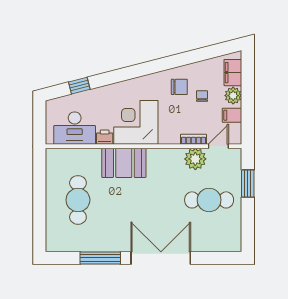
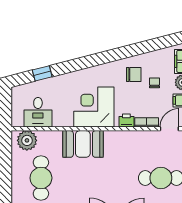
desk: (75, 128) -> (38, 112), width x0.73
printer: (105, 137) -> (126, 120), moved
plant: (195, 159) -> (27, 140), moved

